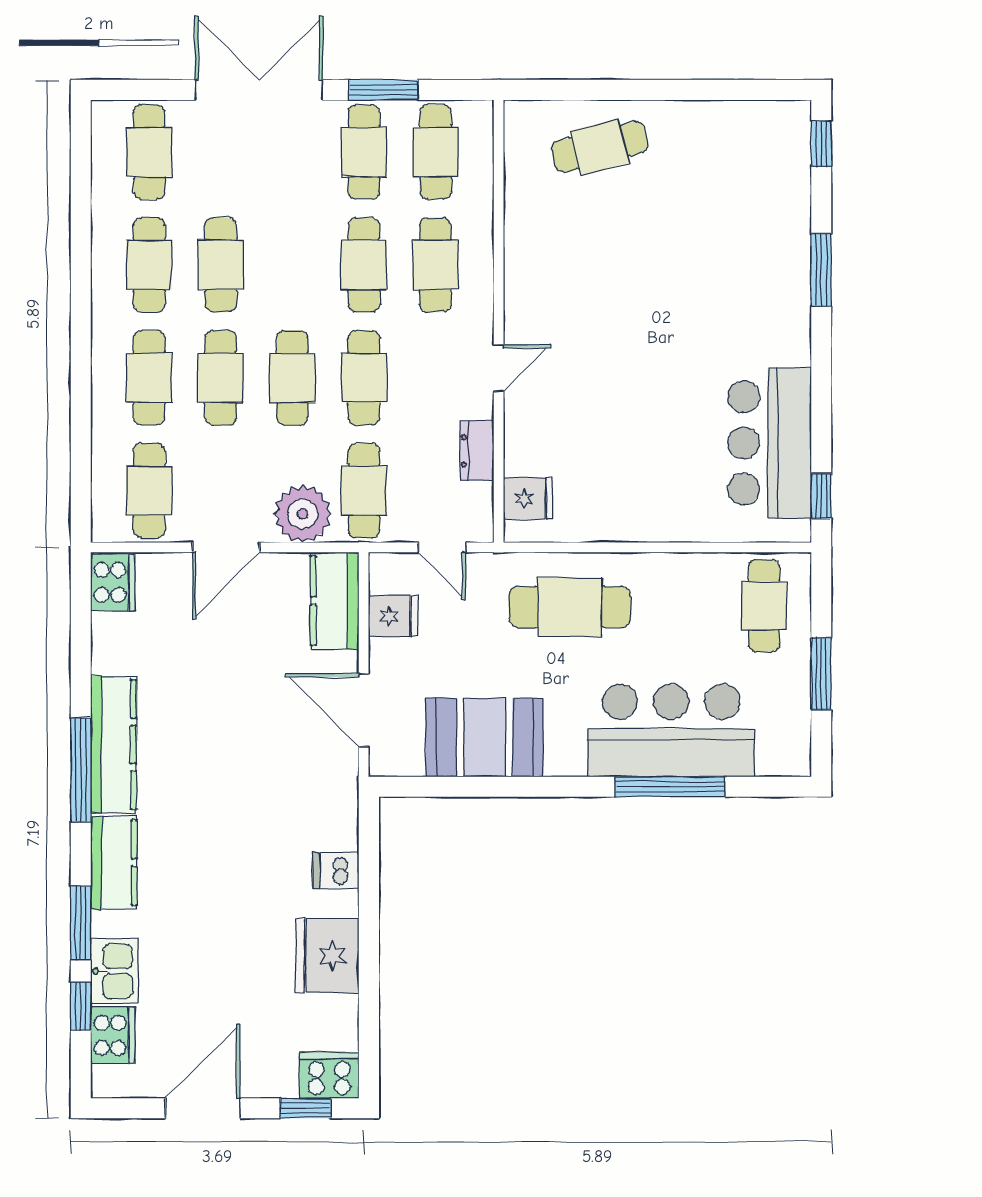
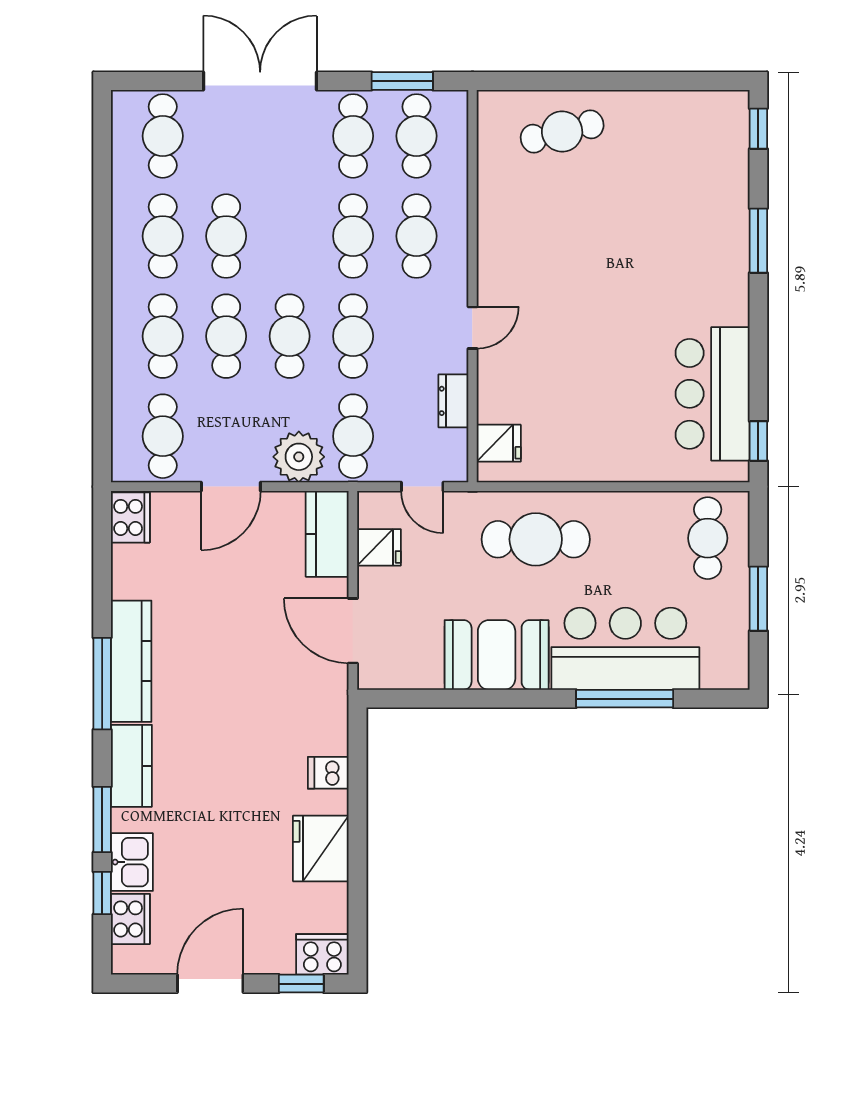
window: (383, 90) -> (402, 81), moved
booth: (485, 737) -> (497, 655), moved

